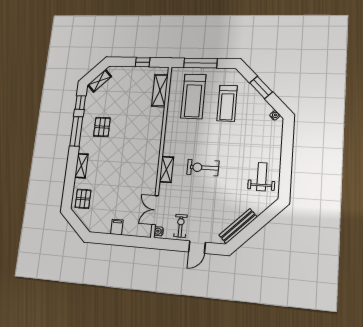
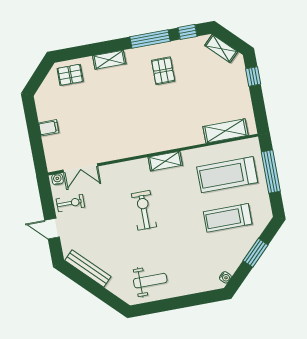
window: (143, 62) -> (253, 76), moved
pallet: (102, 127) -> (163, 71), turned 90
shelving: (166, 169) -> (165, 161), moved
double door: (155, 210) -> (80, 168), swing flipped

